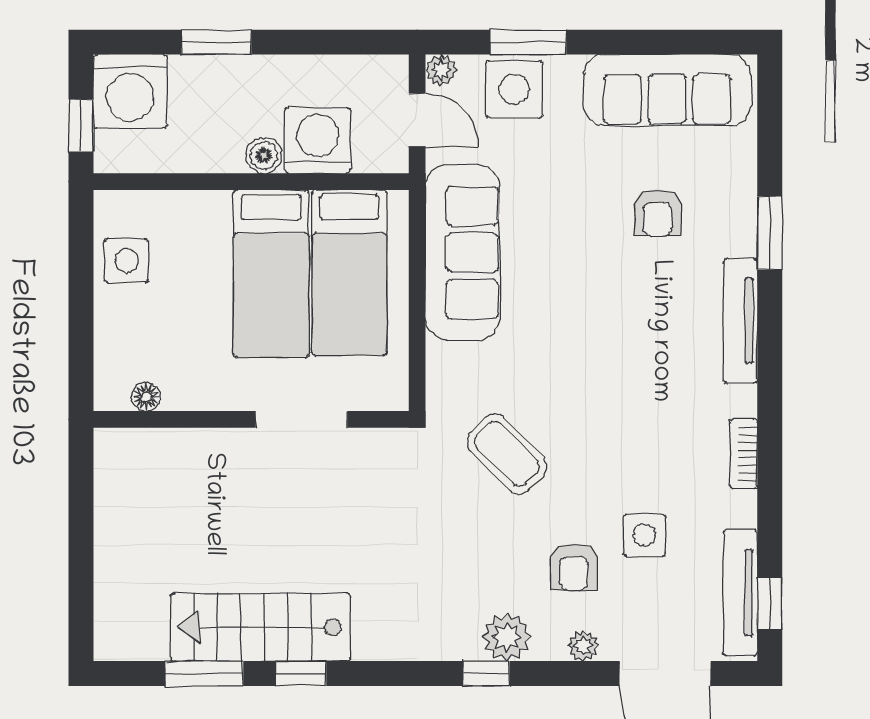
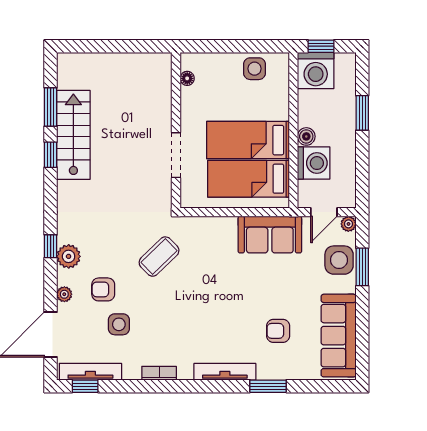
washing machine: (130, 91) -> (316, 70), moved, turned -90
sofa: (463, 253) -> (270, 235), width x0.73

